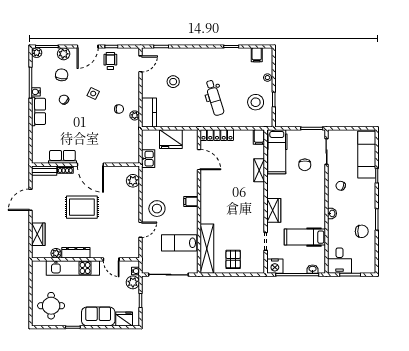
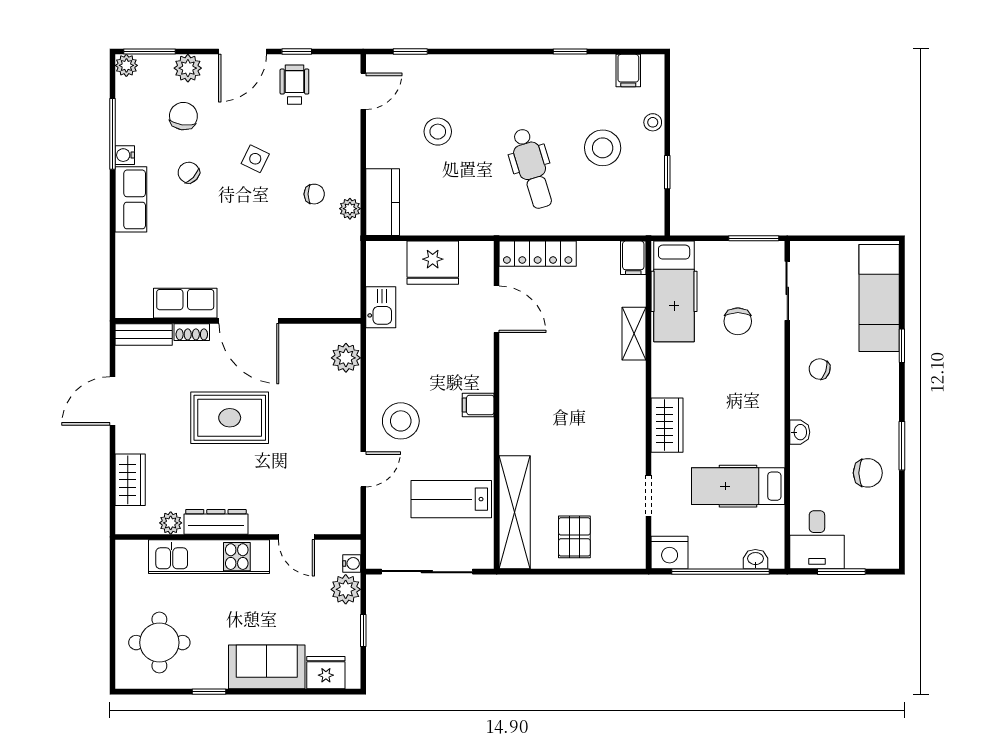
stool: (256, 102) -> (603, 148), moved

